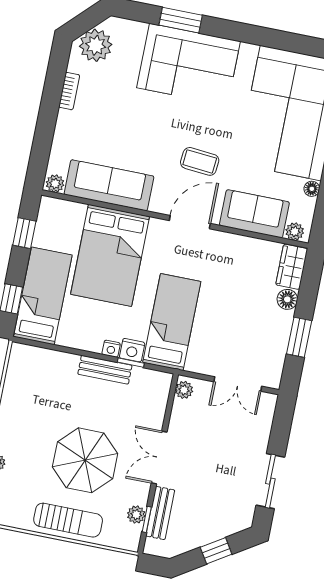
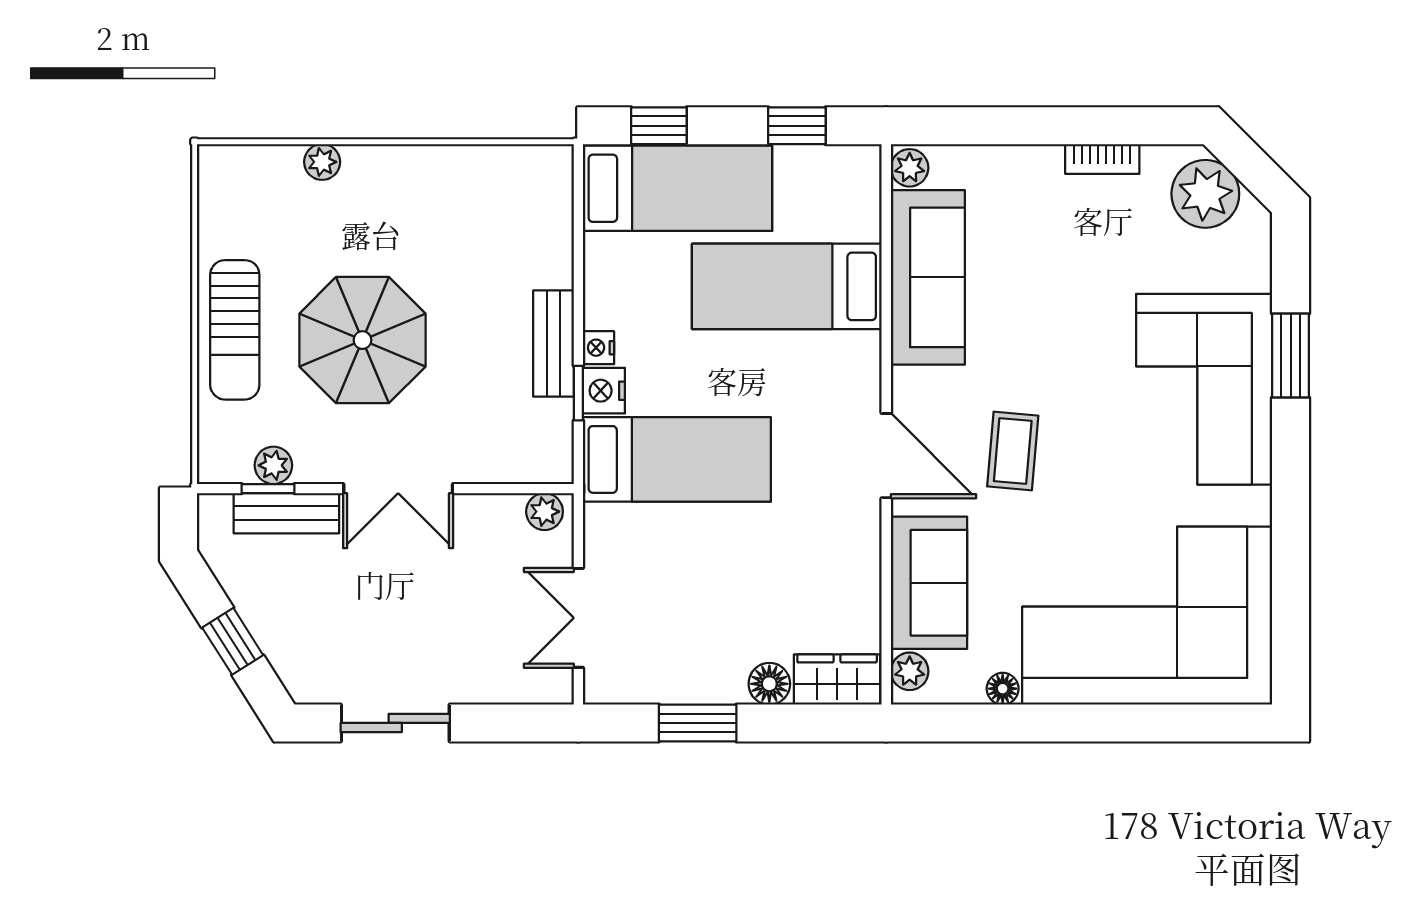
bed: (110, 255) -> (787, 286), width x0.67
double door: (159, 457) -> (398, 489), swing flipped

